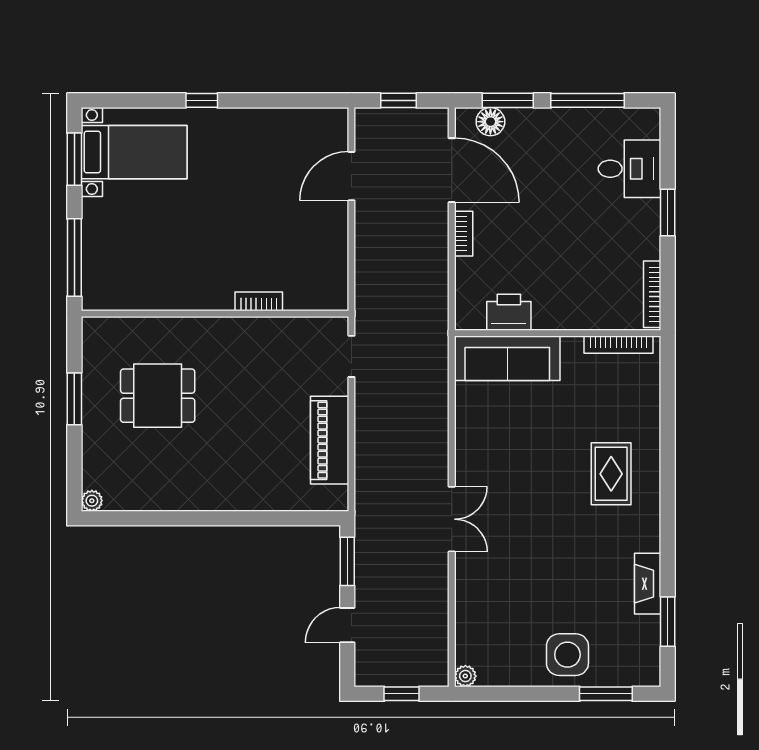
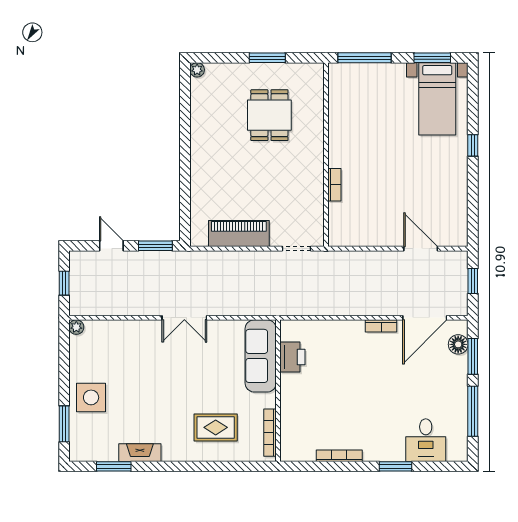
printer: (509, 312) -> (292, 357), moved
wall: (558, 333) -> (278, 391), moved
bookcase: (619, 345) -> (270, 433), moved
sofa: (507, 358) -> (261, 356), moved

